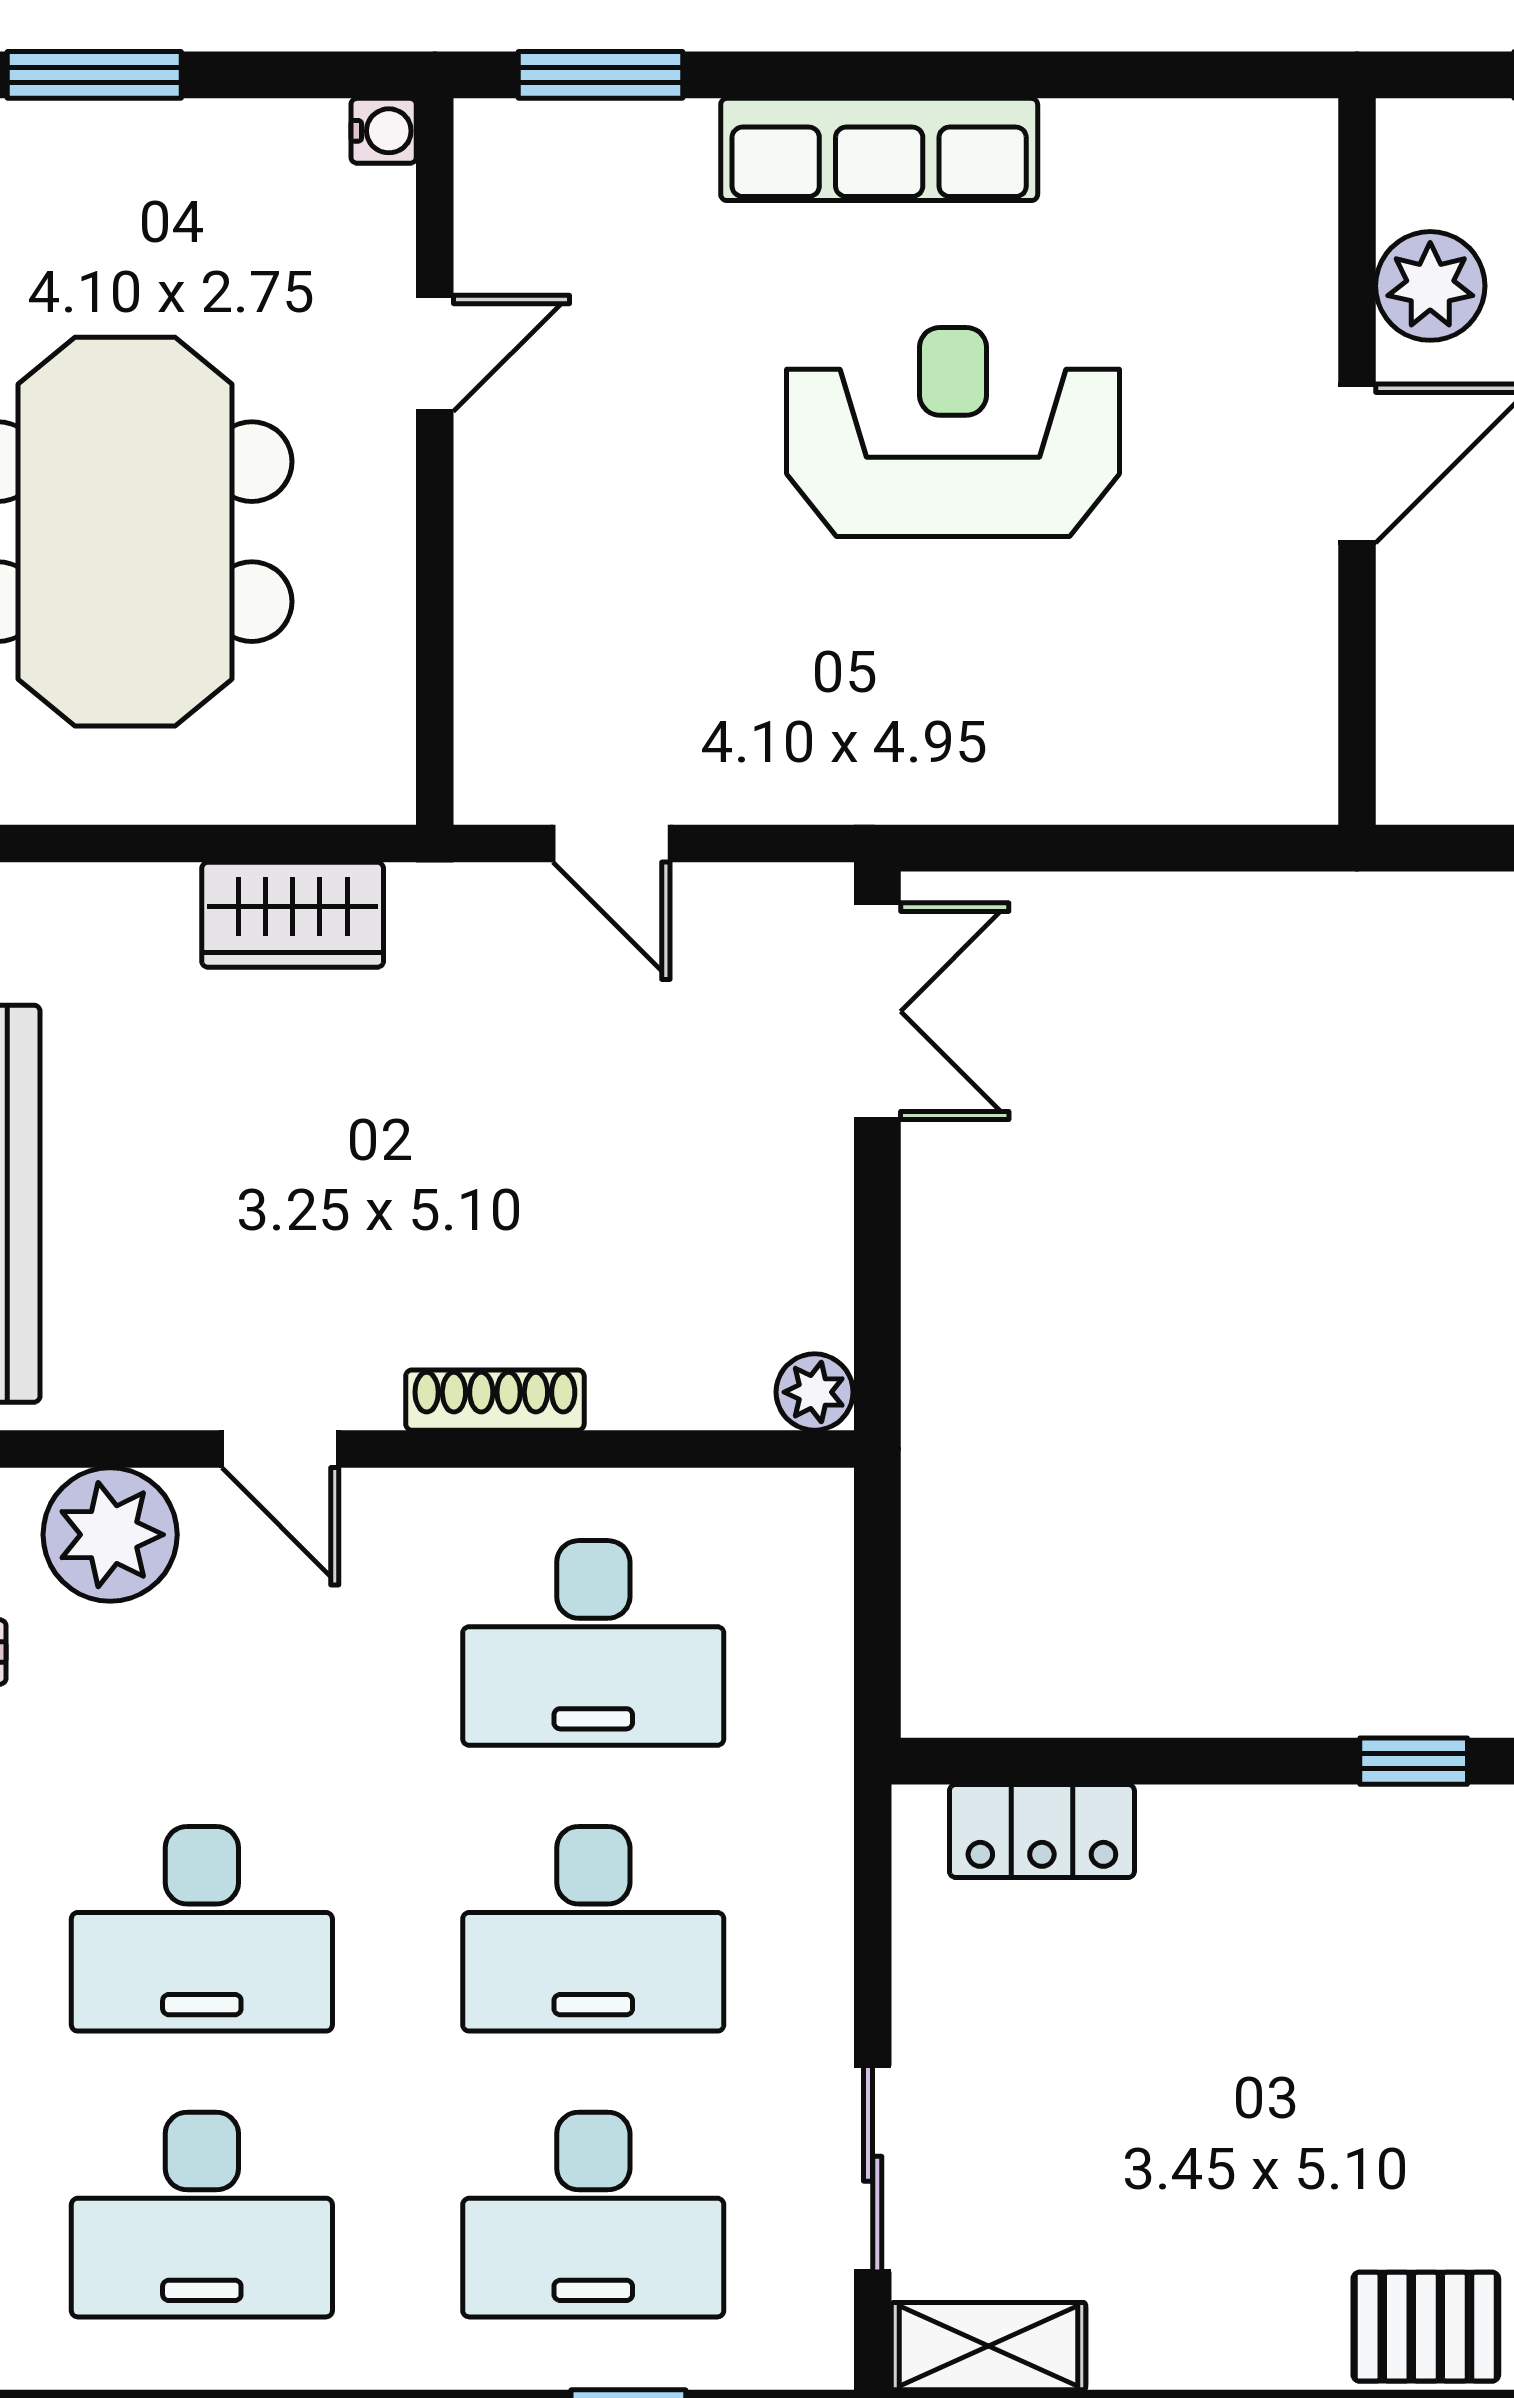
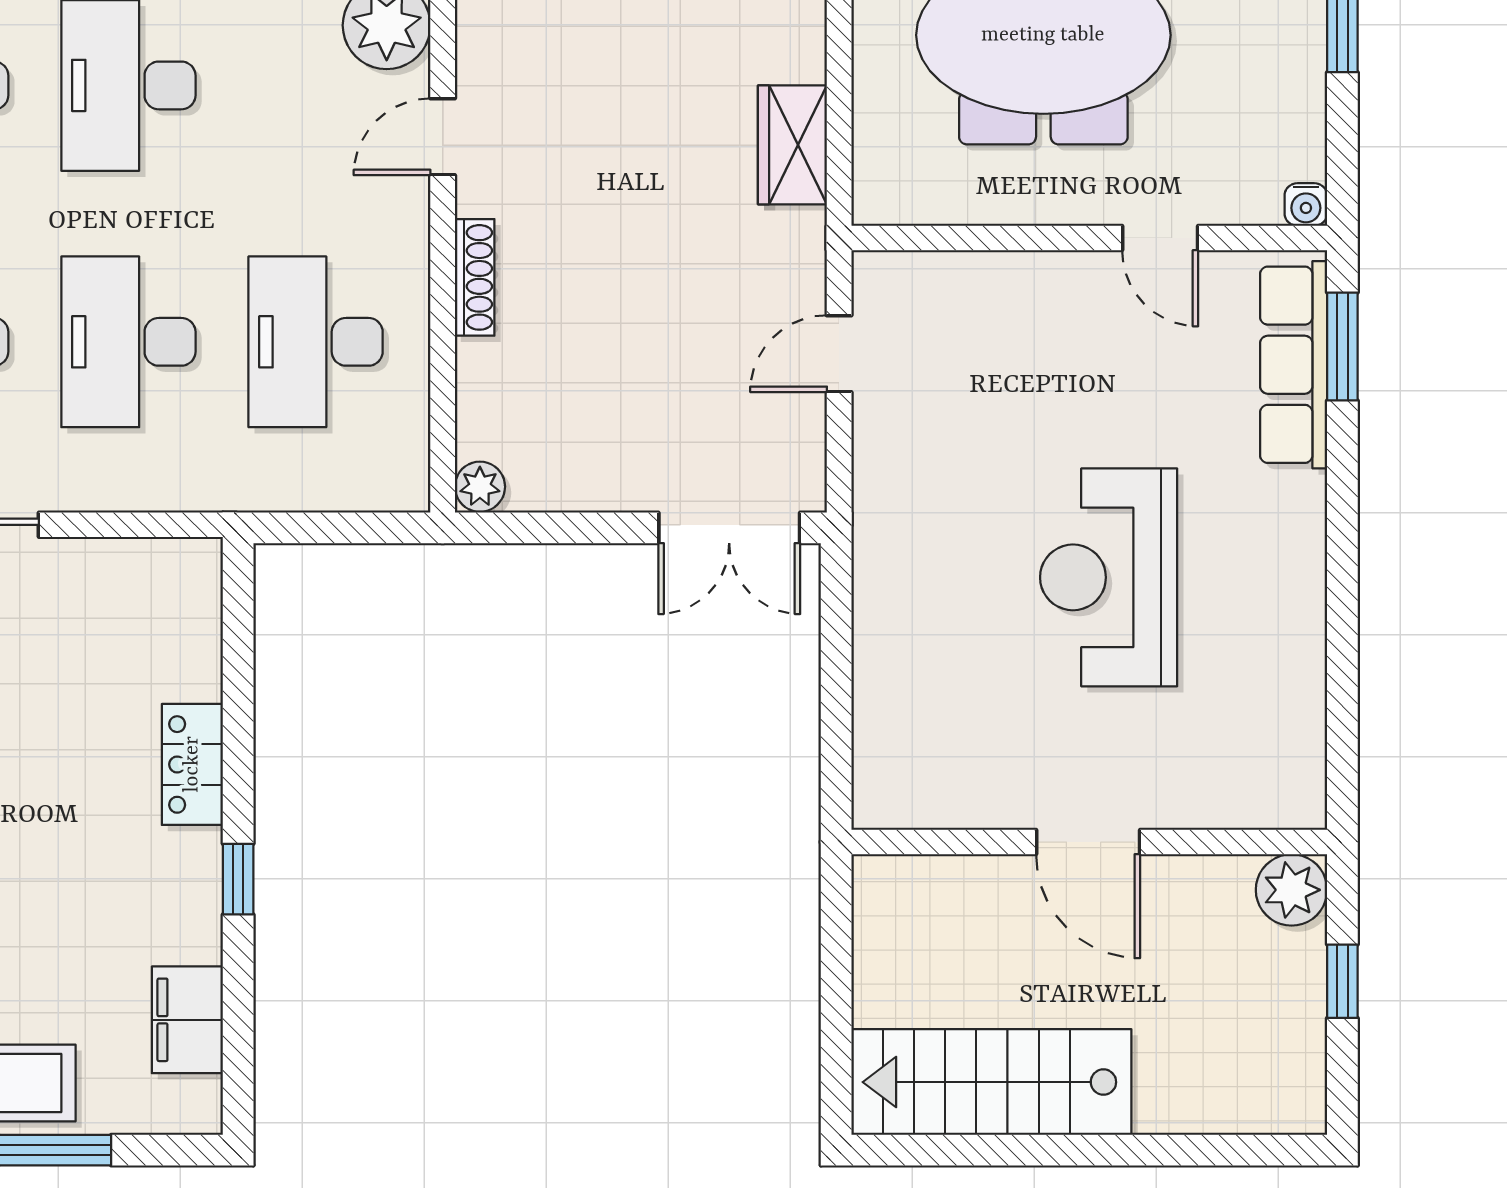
row of seats: (879, 149) -> (1294, 365), moved
plant: (1430, 286) -> (1292, 890), moved
reception desk: (953, 432) -> (1109, 577), turned 180
locker: (1042, 1831) -> (192, 764), moved

